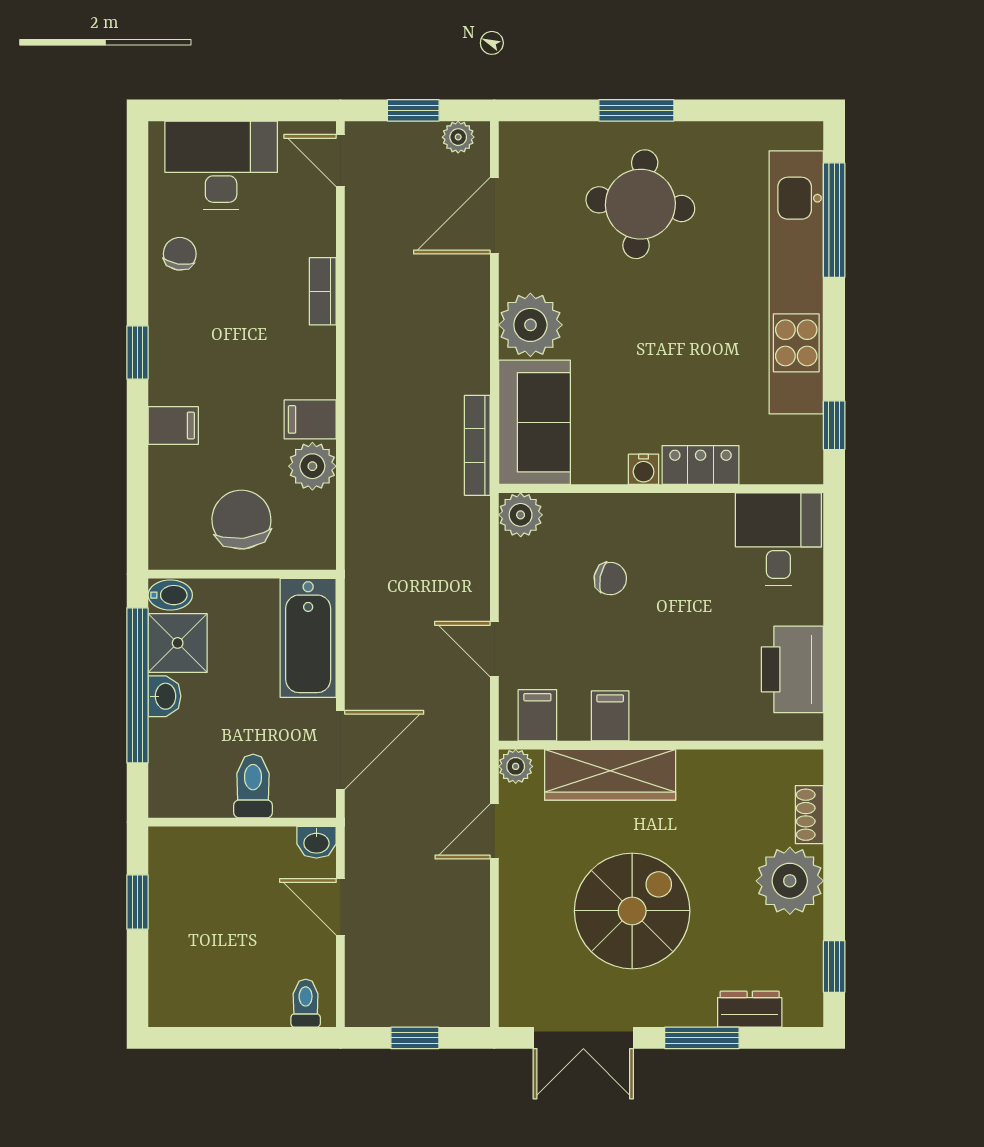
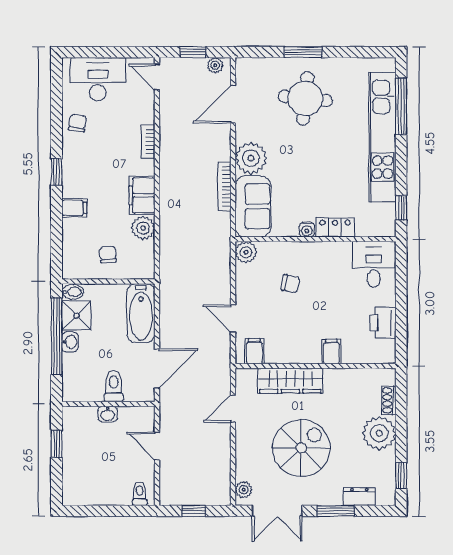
filing cabinet: (310, 419) -> (142, 195), width x2.00
bookcase: (477, 445) -> (225, 186), moved
chair: (241, 520) -> (108, 255), width x0.54, depth x0.54
printer: (792, 669) -> (383, 323), width x0.73, depth x0.84
filing cabinet: (610, 716) -> (331, 352), moved
plant: (516, 766) -> (244, 490), moved
washbasin: (316, 842) -> (108, 414), moved

